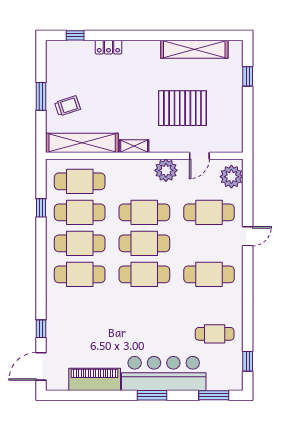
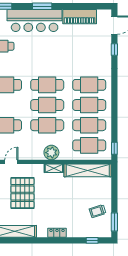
locker: (108, 47) -> (57, 233), moved
window: (41, 96) -> (114, 222), moved
trolley: (68, 106) -> (98, 211), moved
pallet: (182, 108) -> (22, 193), turned 90
plant: (166, 170) -> (51, 153), moved
window: (41, 208) -> (114, 148), moved

